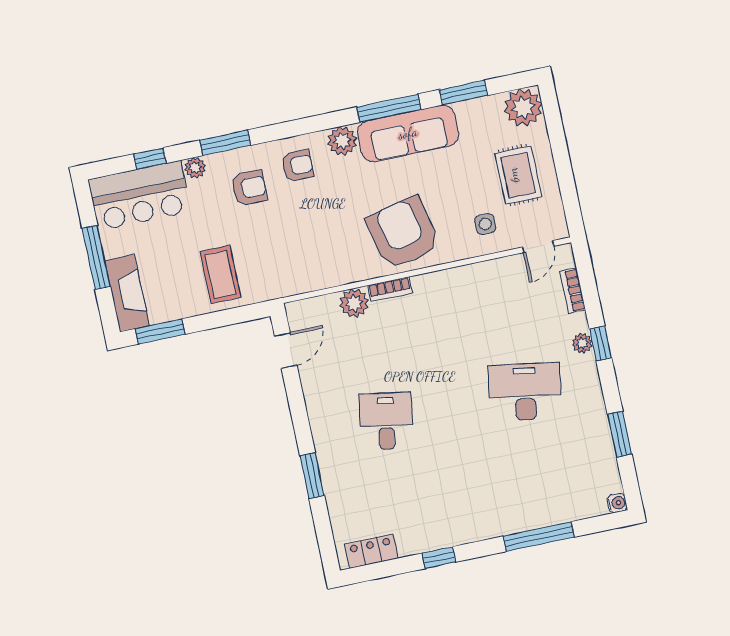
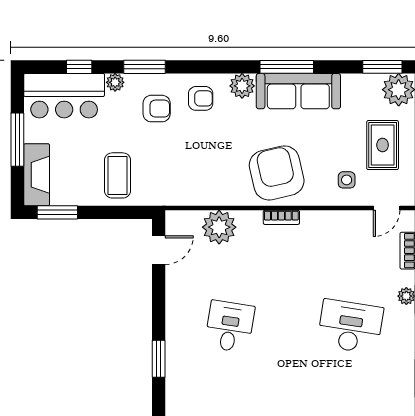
window: (464, 92) -> (382, 67), moved
bookcase: (390, 289) -> (281, 217), moved
plant: (354, 303) -> (219, 227), width x1.36, depth x1.36

